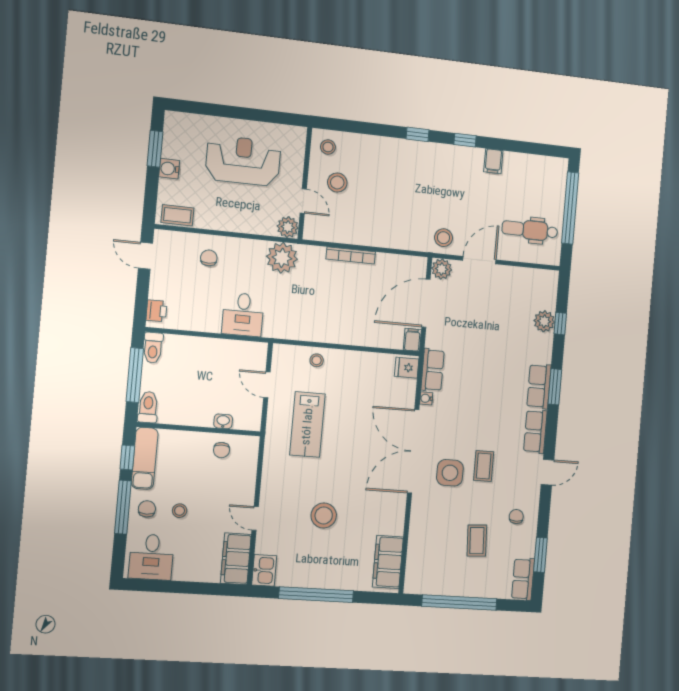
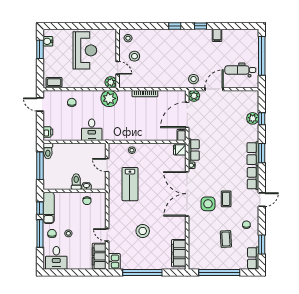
reception desk: (243, 161) -> (85, 50), turned 90
water cooler: (169, 169) -> (48, 41), moved
toilet: (148, 407) -> (76, 182), moved

